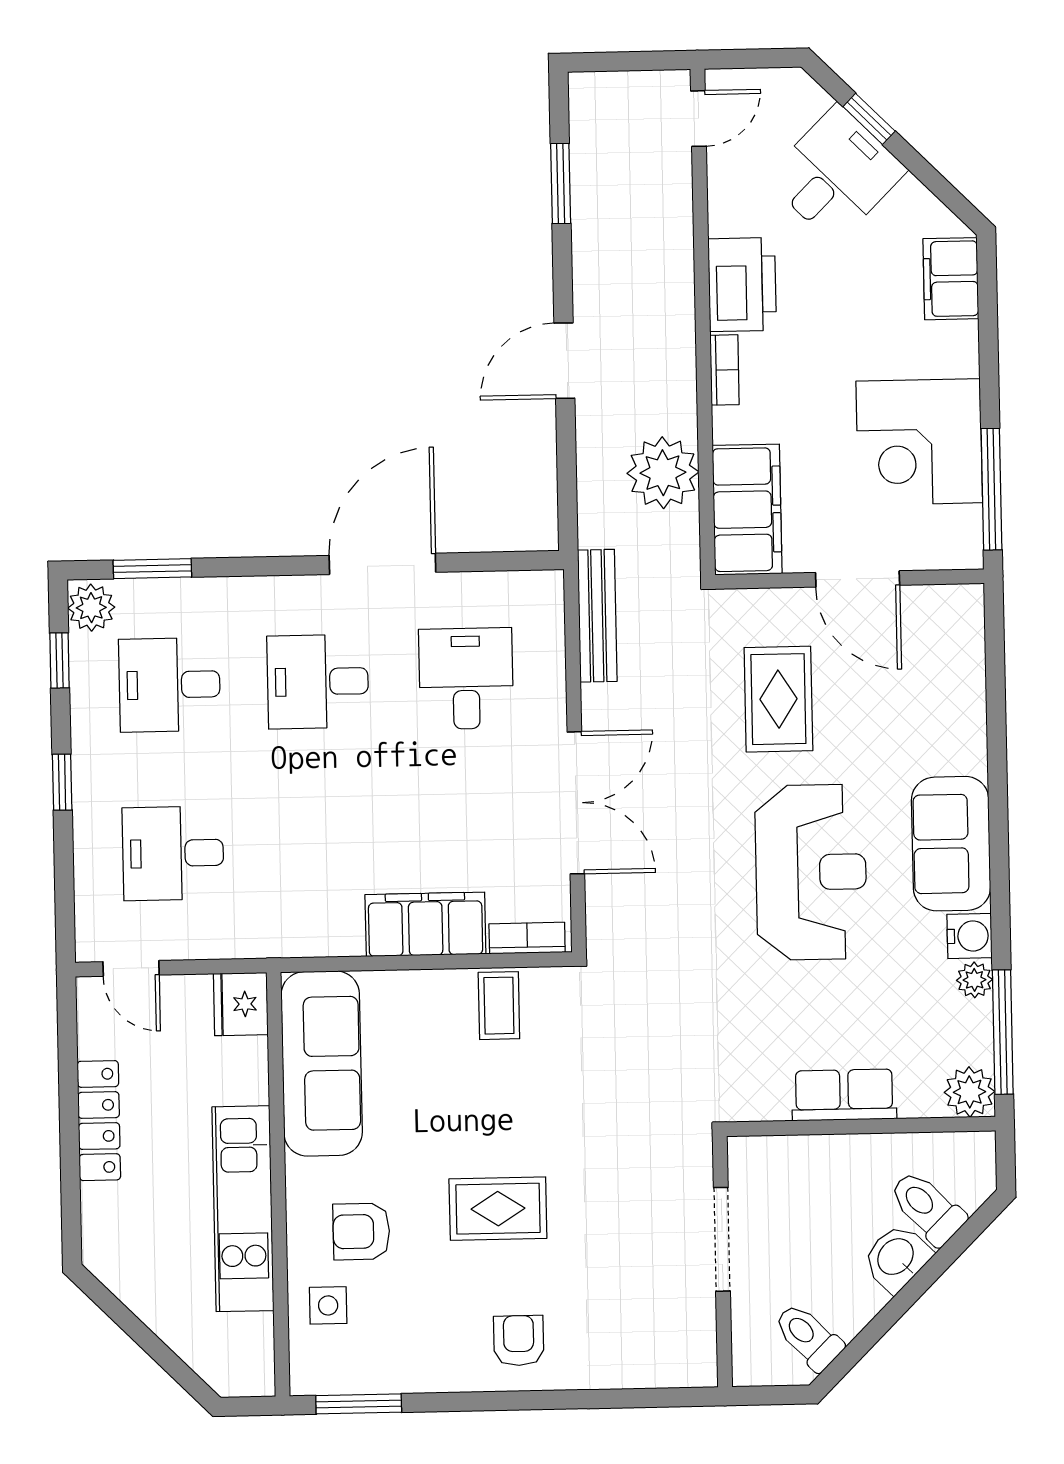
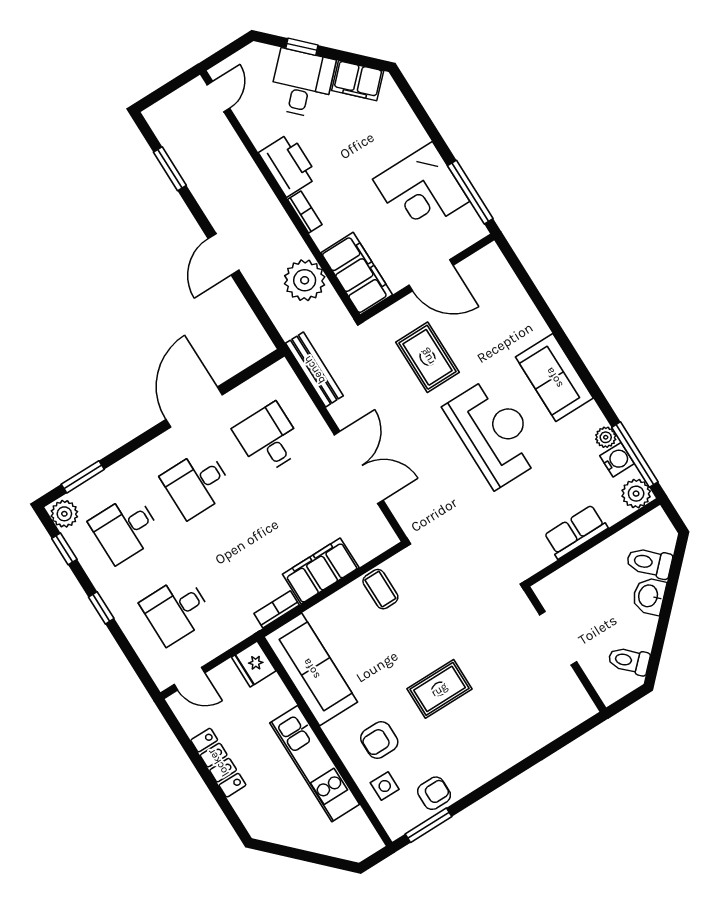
filing cabinet: (951, 279) -> (358, 81), moved, turned -45
water cooler: (969, 936) -> (617, 460), moved
bookcase: (527, 938) -> (277, 609), moved
armchair: (519, 1341) -> (434, 793), moved, turned 90

